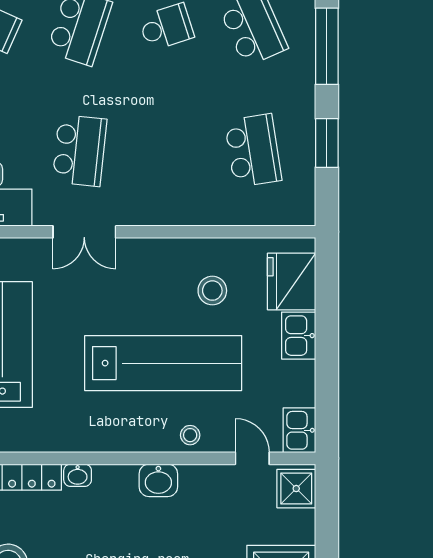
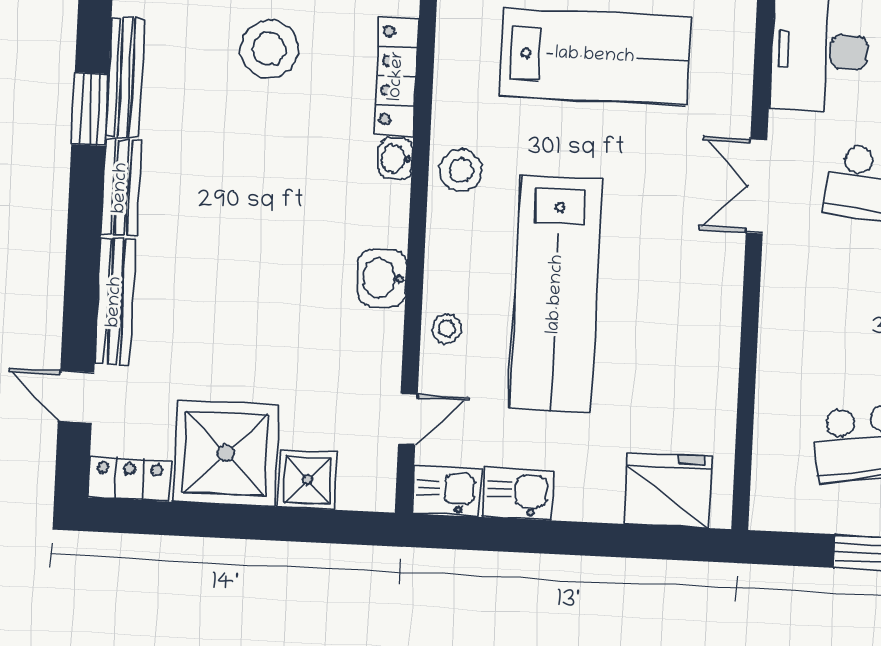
stool: (212, 291) -> (461, 170), moved
kitchen sink: (299, 336) -> (518, 493), moved
shower: (296, 489) -> (307, 480), moved

